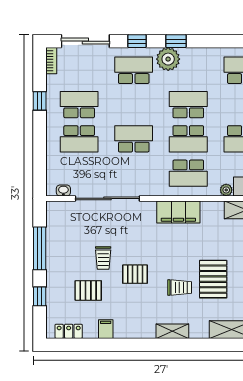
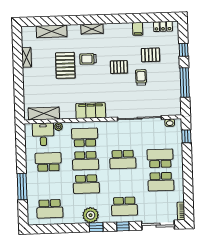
plant: (168, 59) -> (91, 215), moved
window: (40, 101) -> (186, 136), moved
school desk: (188, 139) -> (86, 161), turned 180

